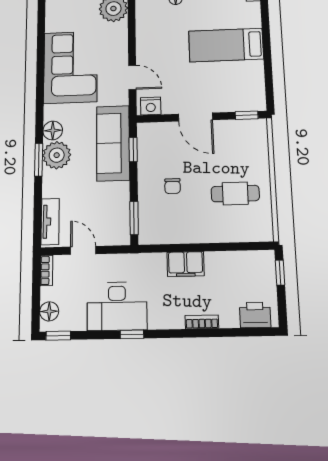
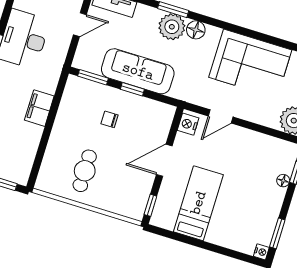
bed: (226, 45) -> (198, 203), moved
sofa: (113, 143) -> (138, 71), moved
window: (133, 150) -> (132, 89), moved

